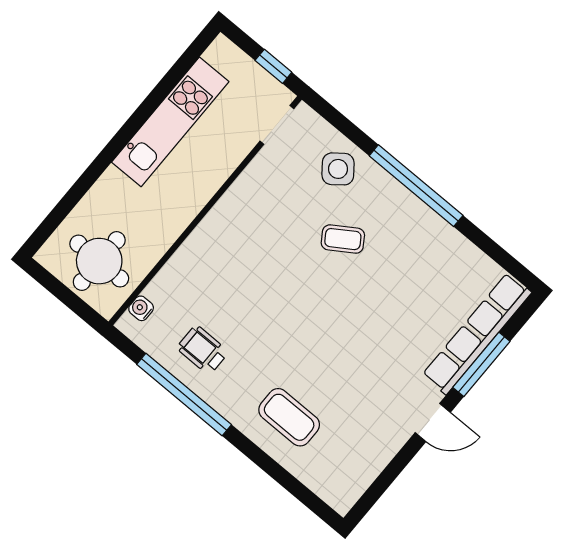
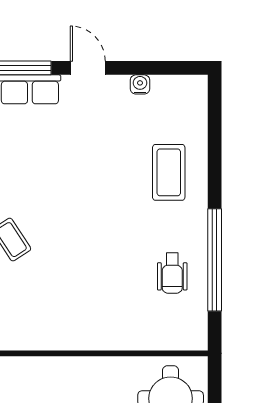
water cooler: (141, 308) -> (140, 84), moved, turned 180

